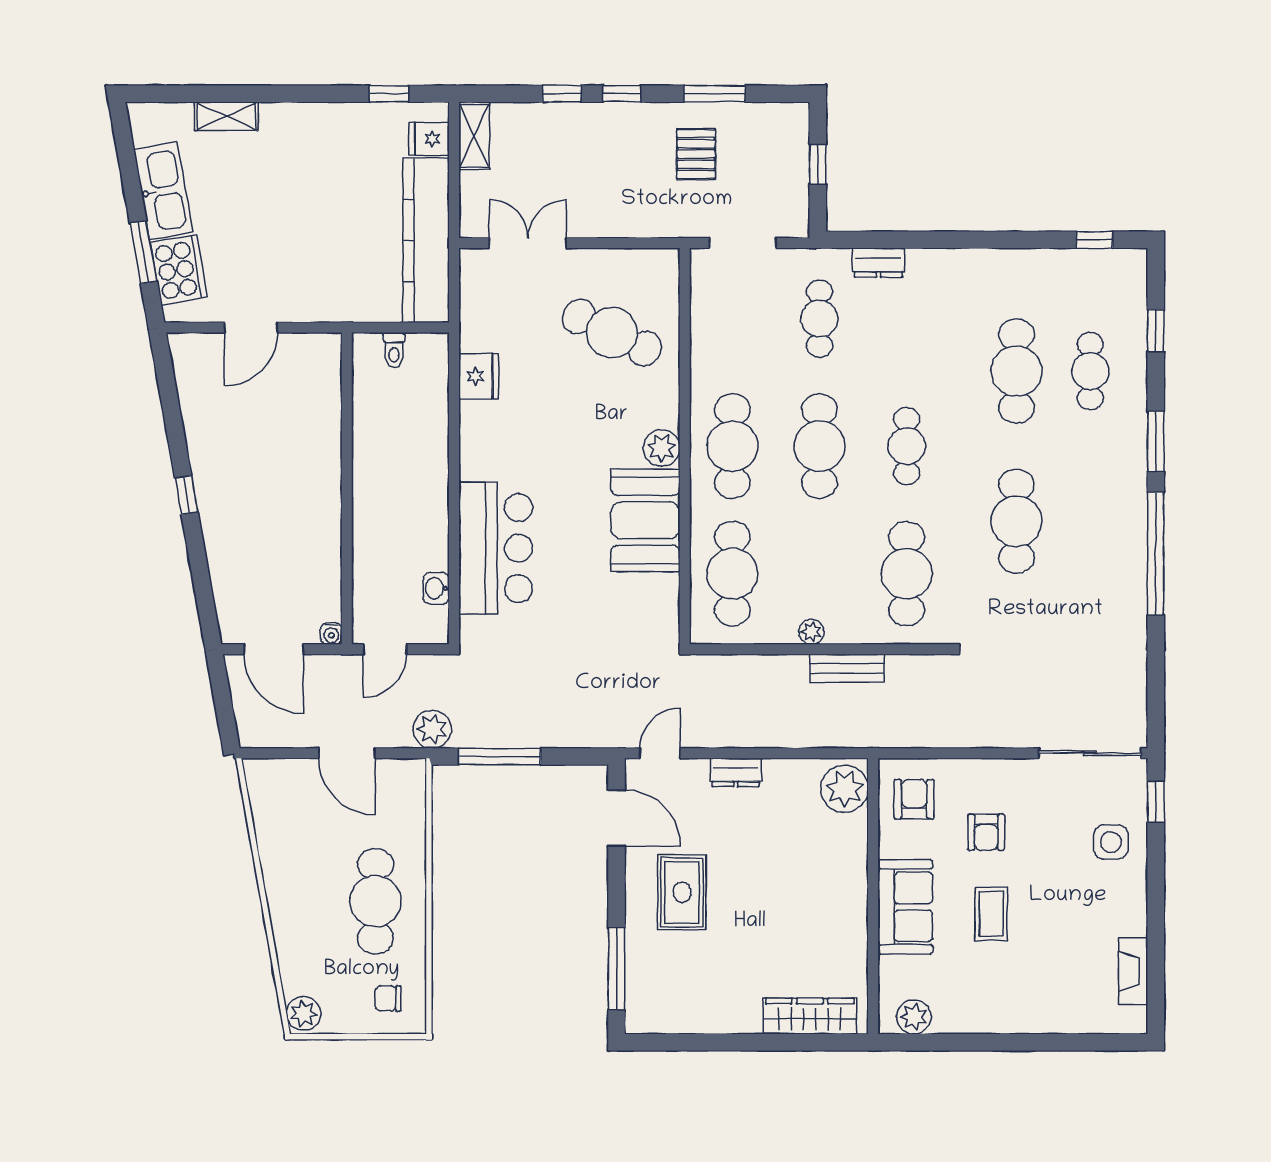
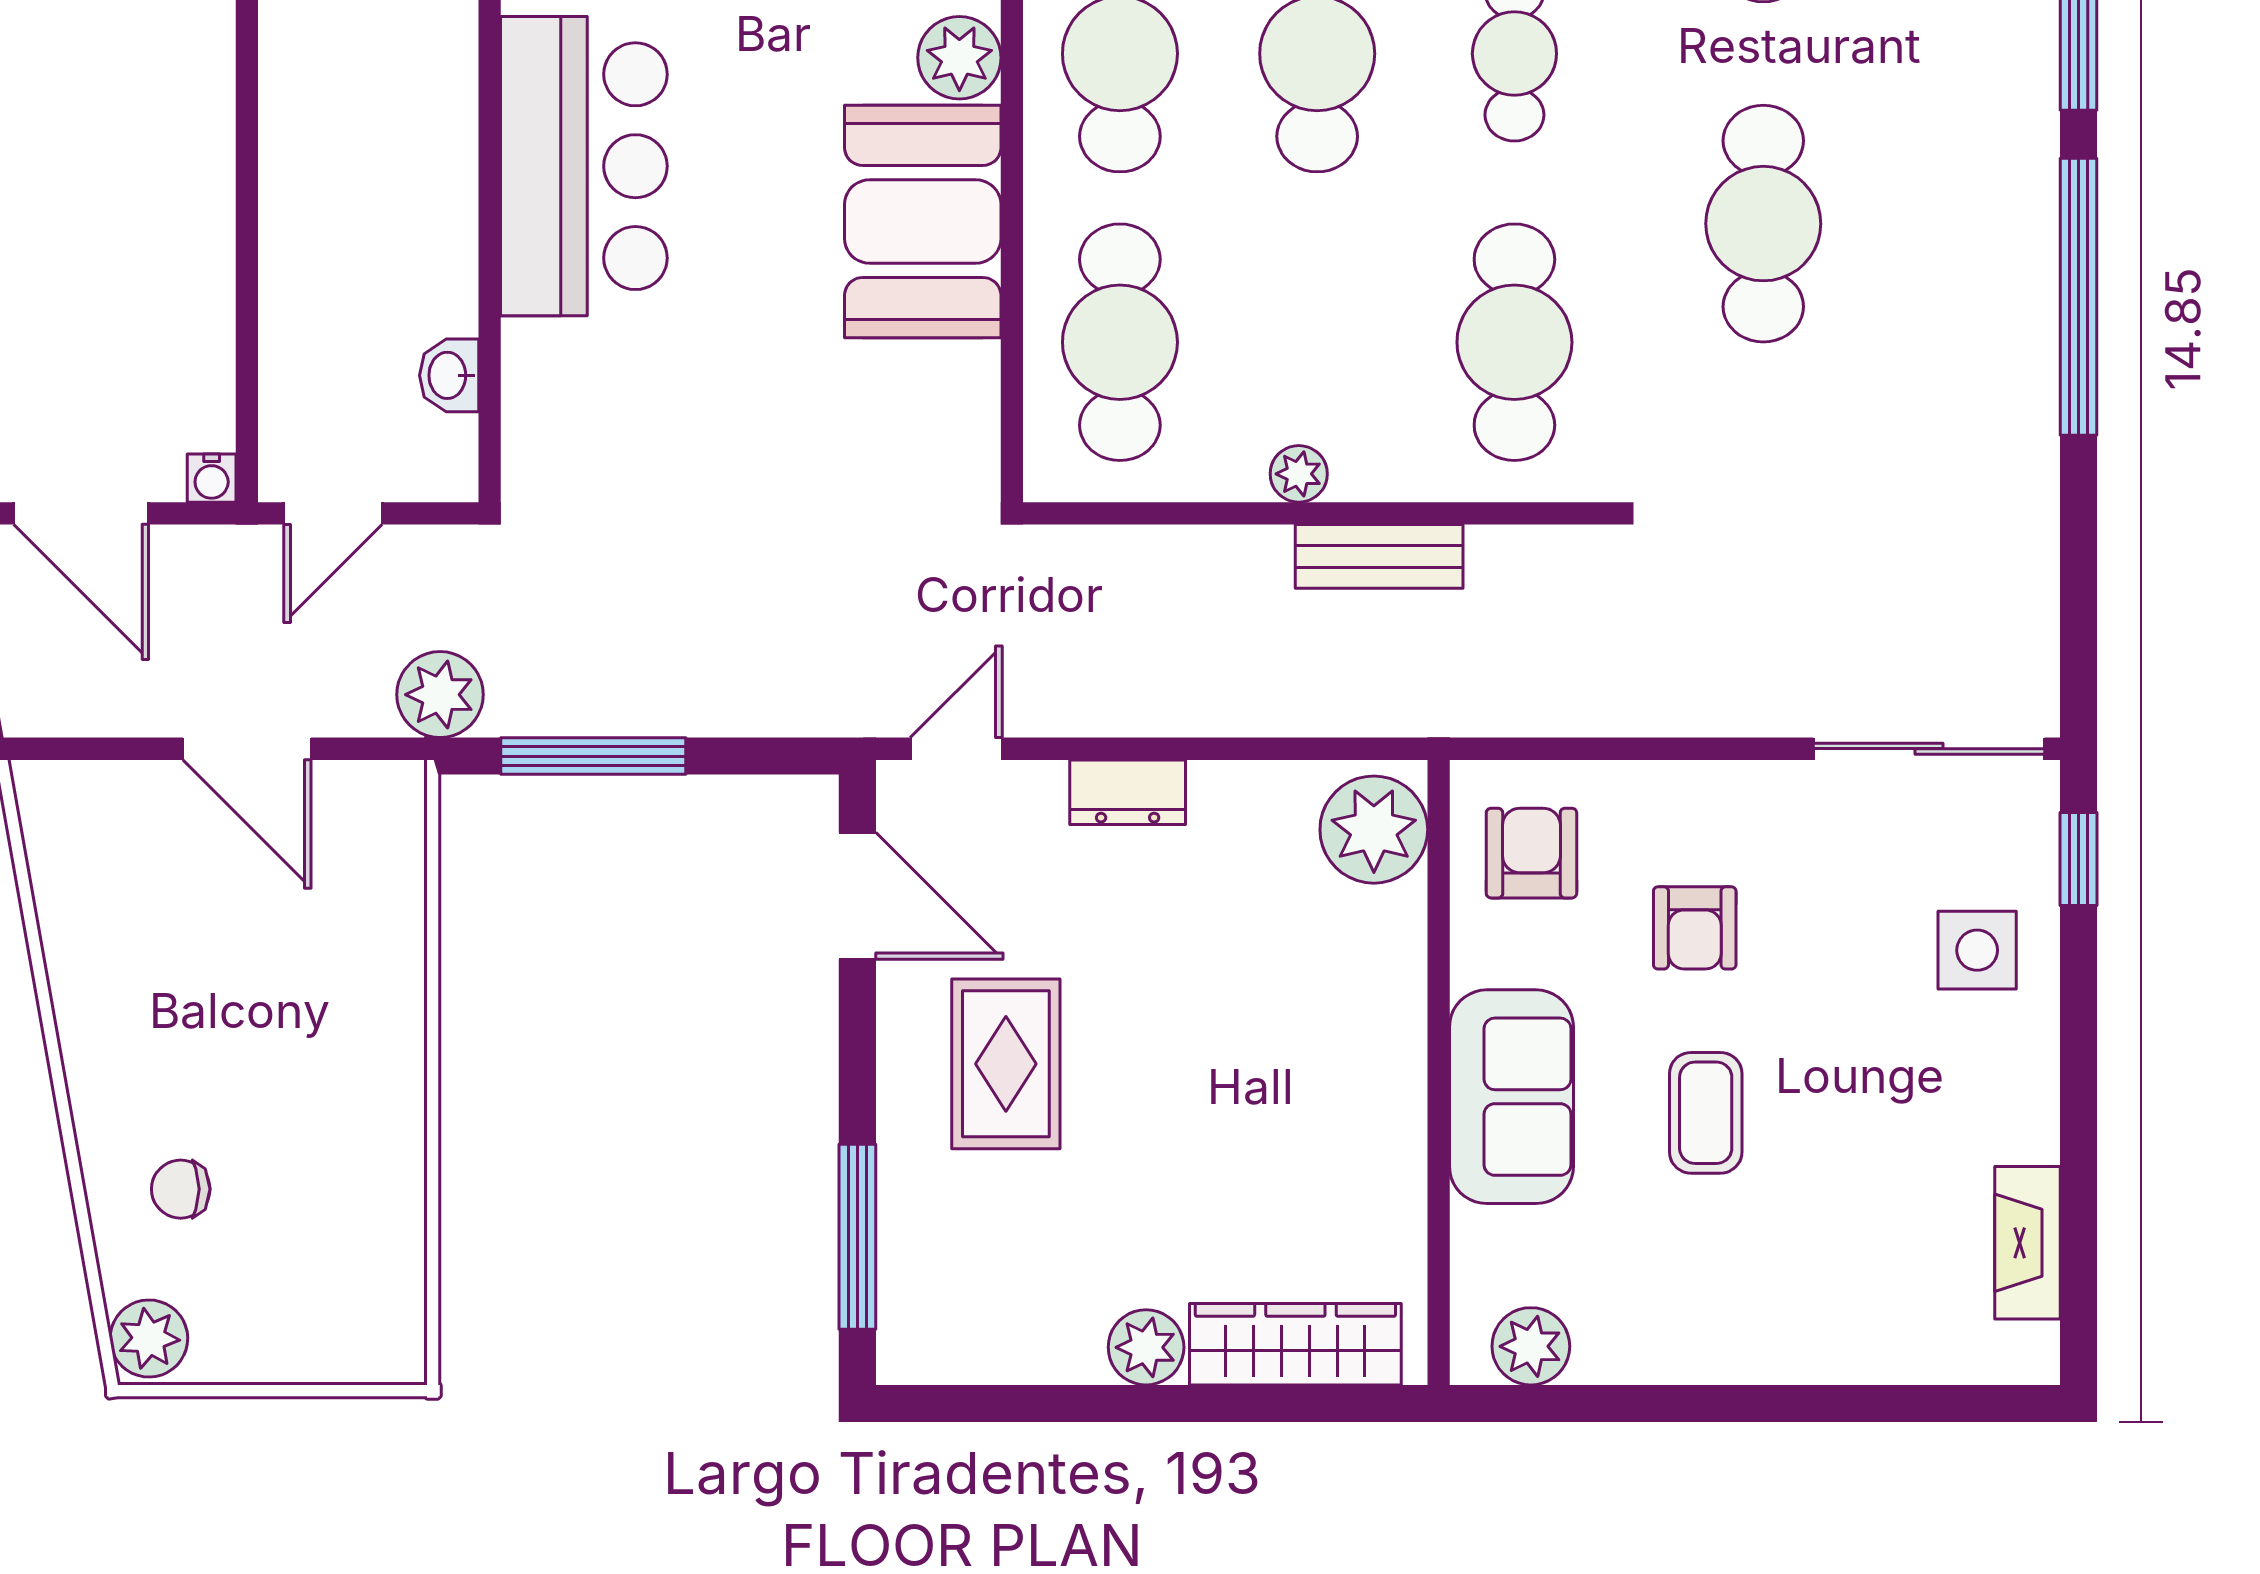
bar counter: (496, 548) -> (584, 166), moved
cafe table: (375, 901) -> (312, 1084), removed
chair: (388, 998) -> (181, 1189), moved
plant: (744, 1017) -> (1146, 1347), added

